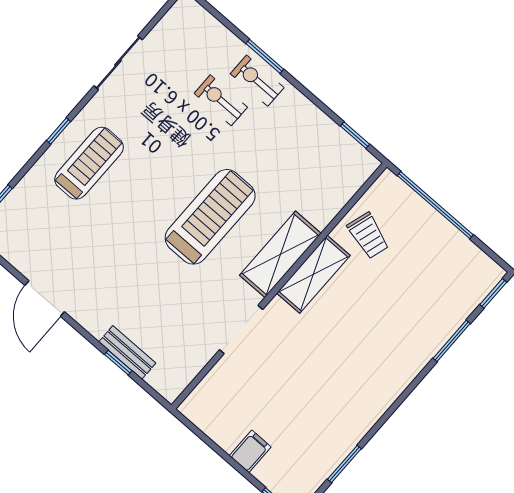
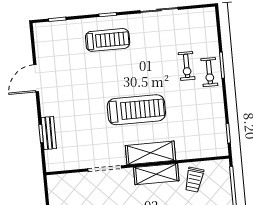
exercise bike: (257, 81) -> (209, 72), turned 180
exercise bike: (221, 100) -> (187, 66), turned 180

